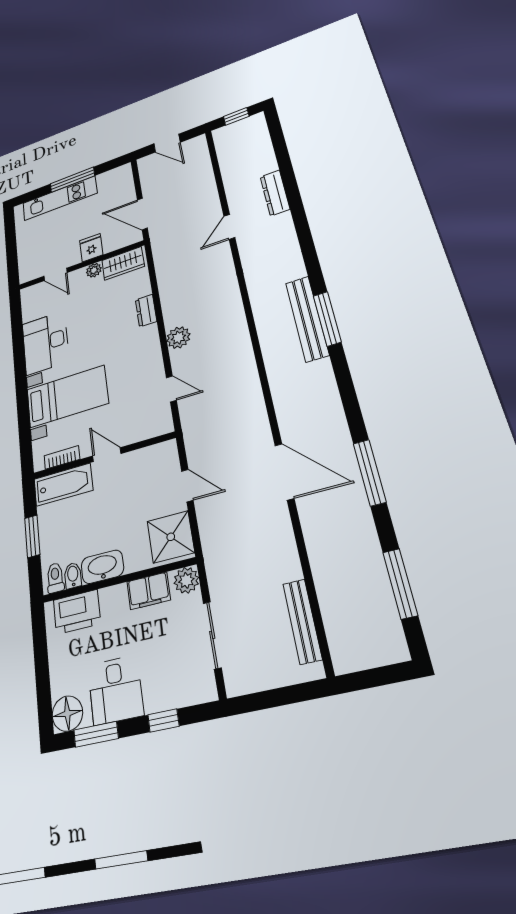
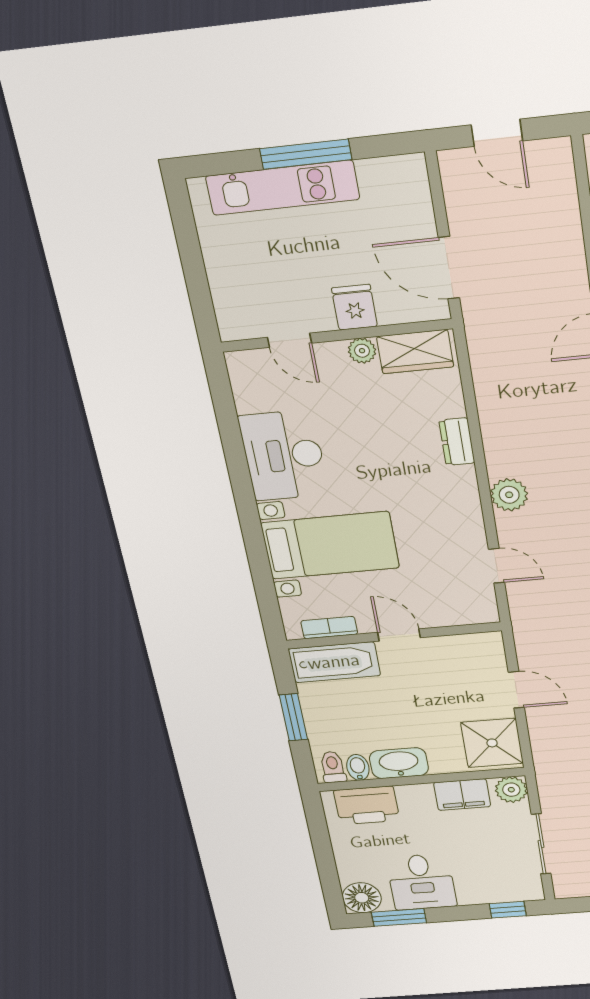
window: (163, 720) -> (508, 910), moved

